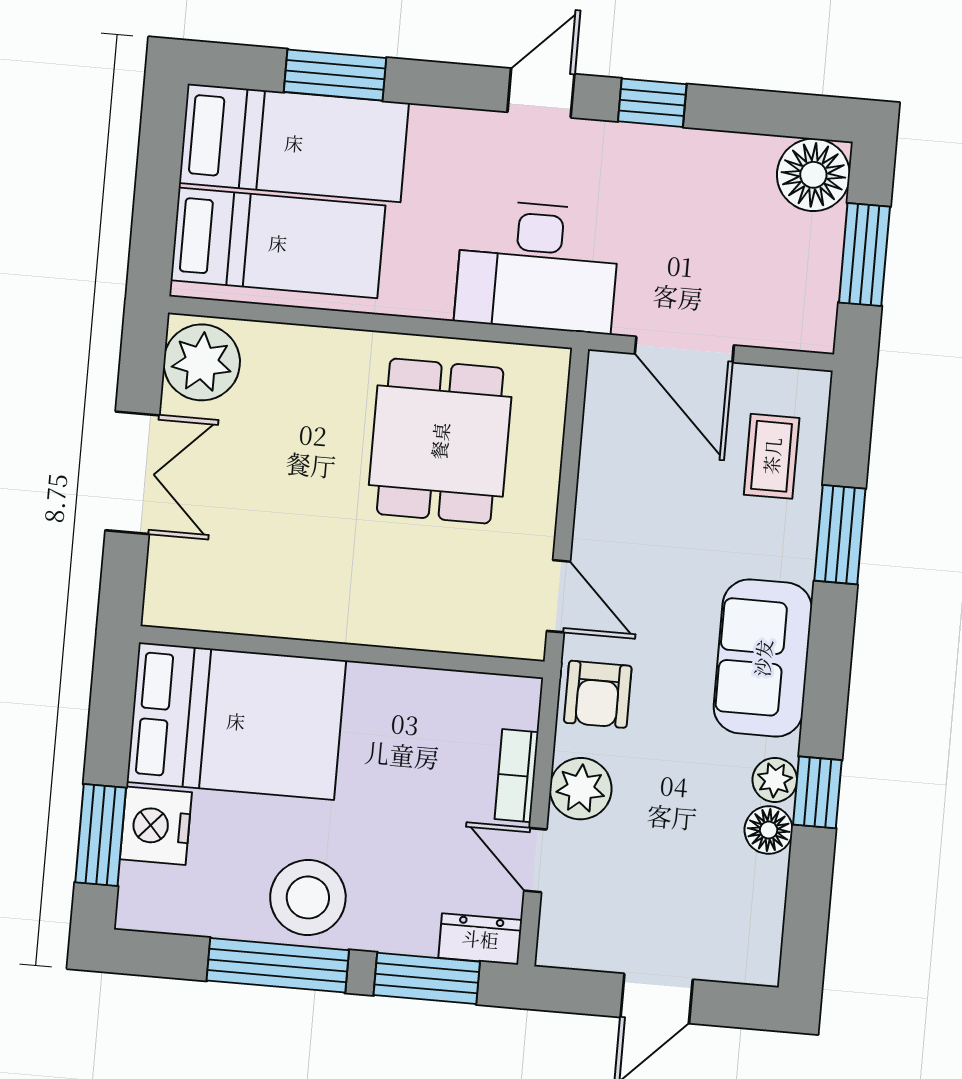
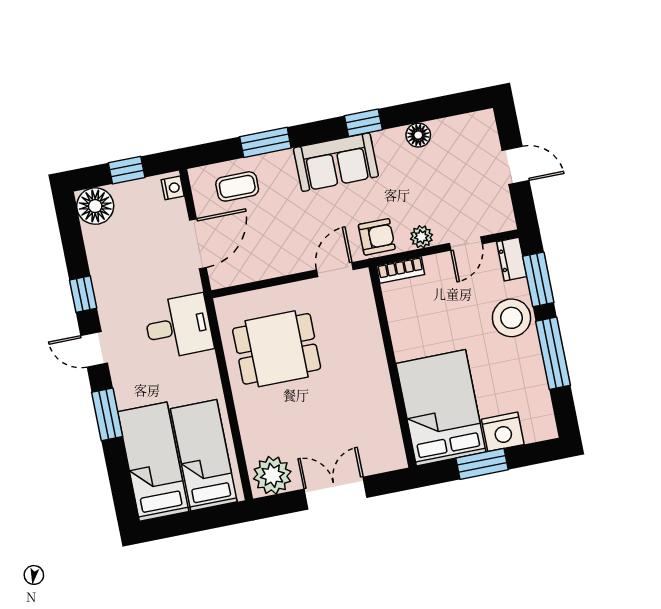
window: (335, 75) -> (107, 414), moved
window: (864, 255) -> (127, 170), width x0.67
desk: (537, 266) -> (179, 326), width x0.73
nightstand: (805, 333) -> (173, 188), added
bookcase: (517, 776) -> (401, 270), moved
plant: (775, 780) -> (393, 139), removed
plant: (581, 789) -> (421, 237), width x0.73, depth x0.73
window: (817, 792) -> (363, 123), moved
window: (101, 835) -> (482, 464), moved
stool: (308, 897) -> (511, 318), moved

